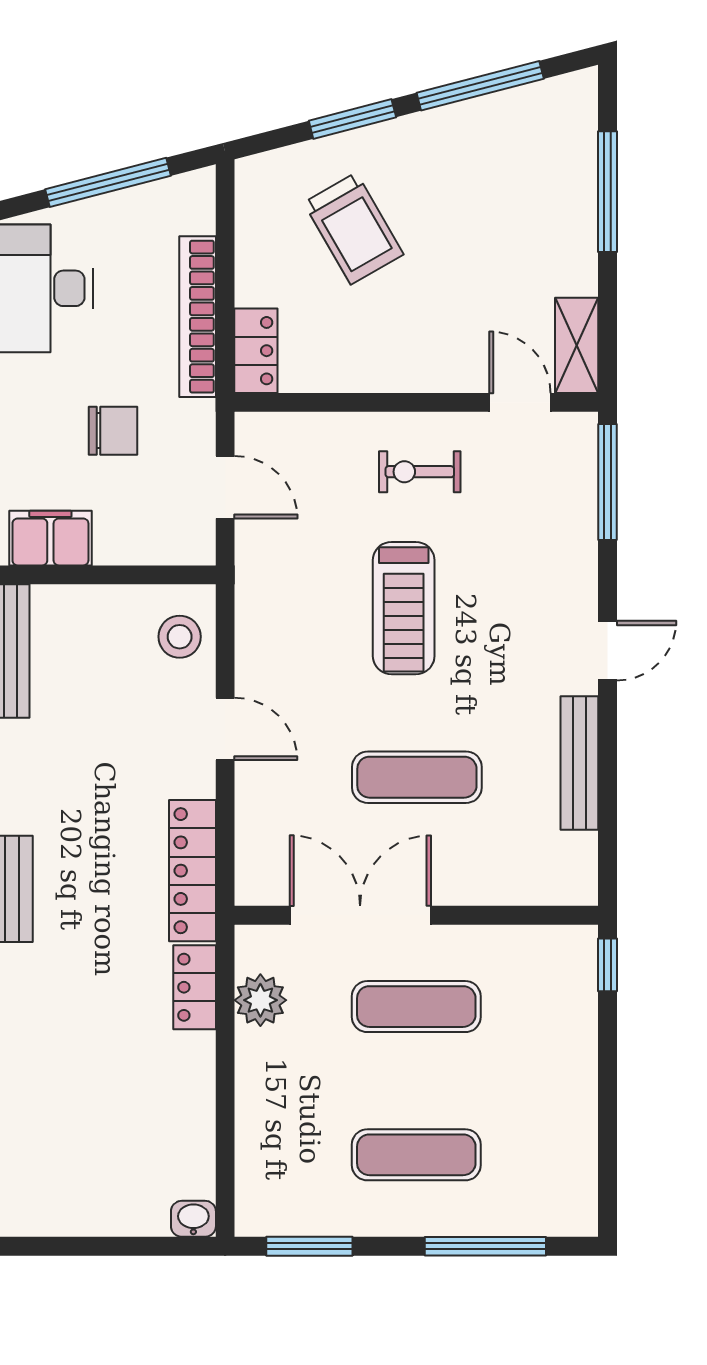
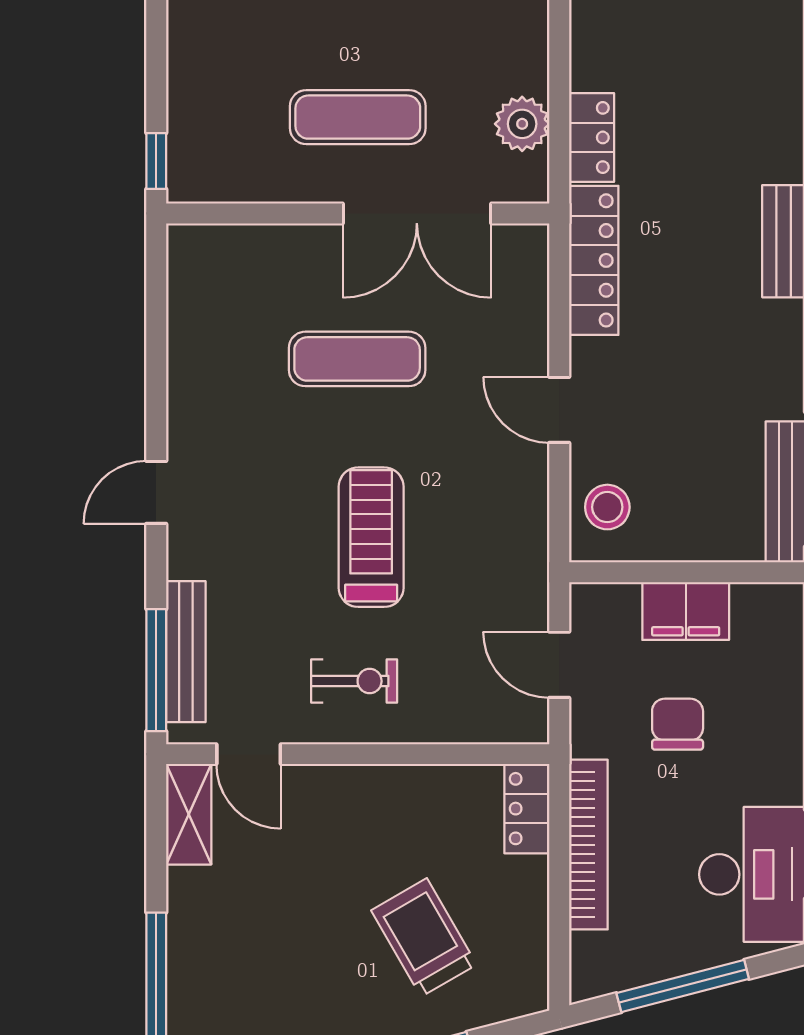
chair: (113, 431) -> (678, 724), turned 90
filing cabinet: (50, 538) -> (686, 611), moved
bench: (579, 763) -> (186, 652), moved

